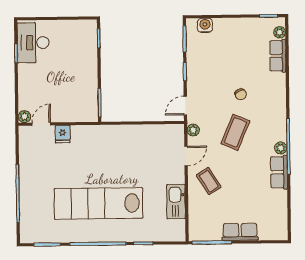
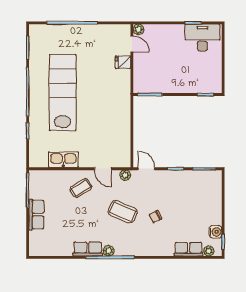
water cooler: (205, 25) -> (215, 232), moved

